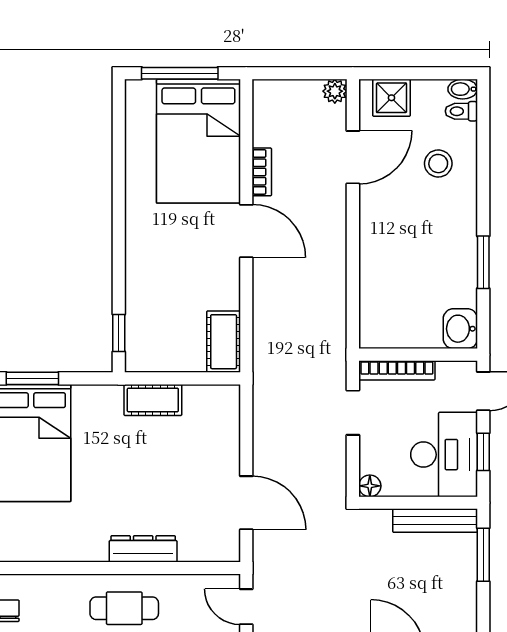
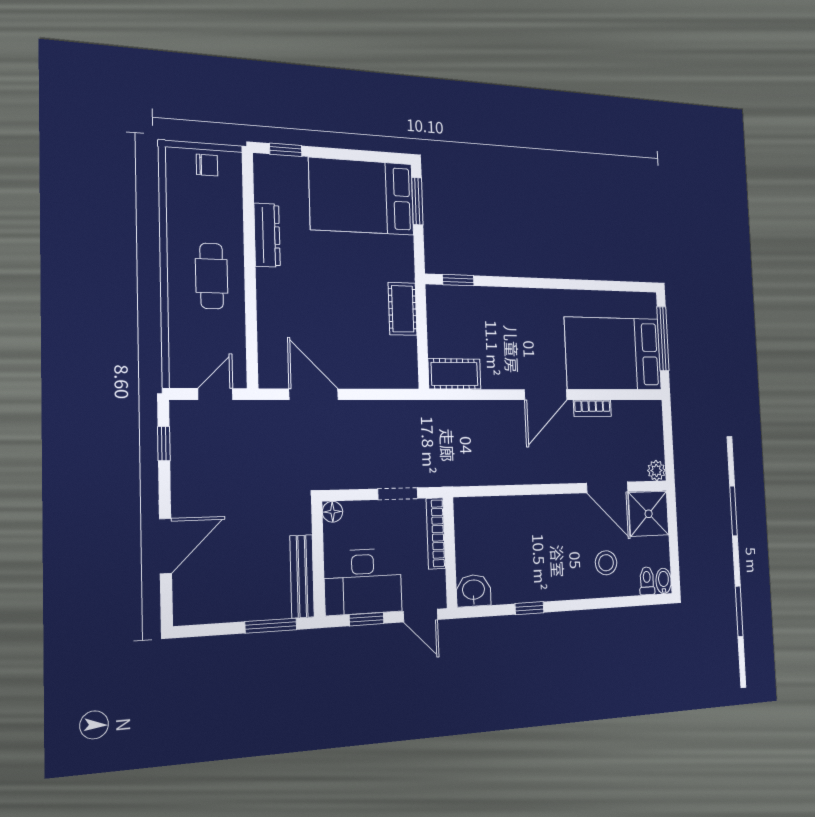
shower: (391, 98) -> (649, 514), width x1.36, depth x1.36
window: (483, 262) -> (529, 608), width x0.67
door: (246, 503) -> (314, 394), swing flipped
dresser: (143, 549) -> (267, 235), moved

